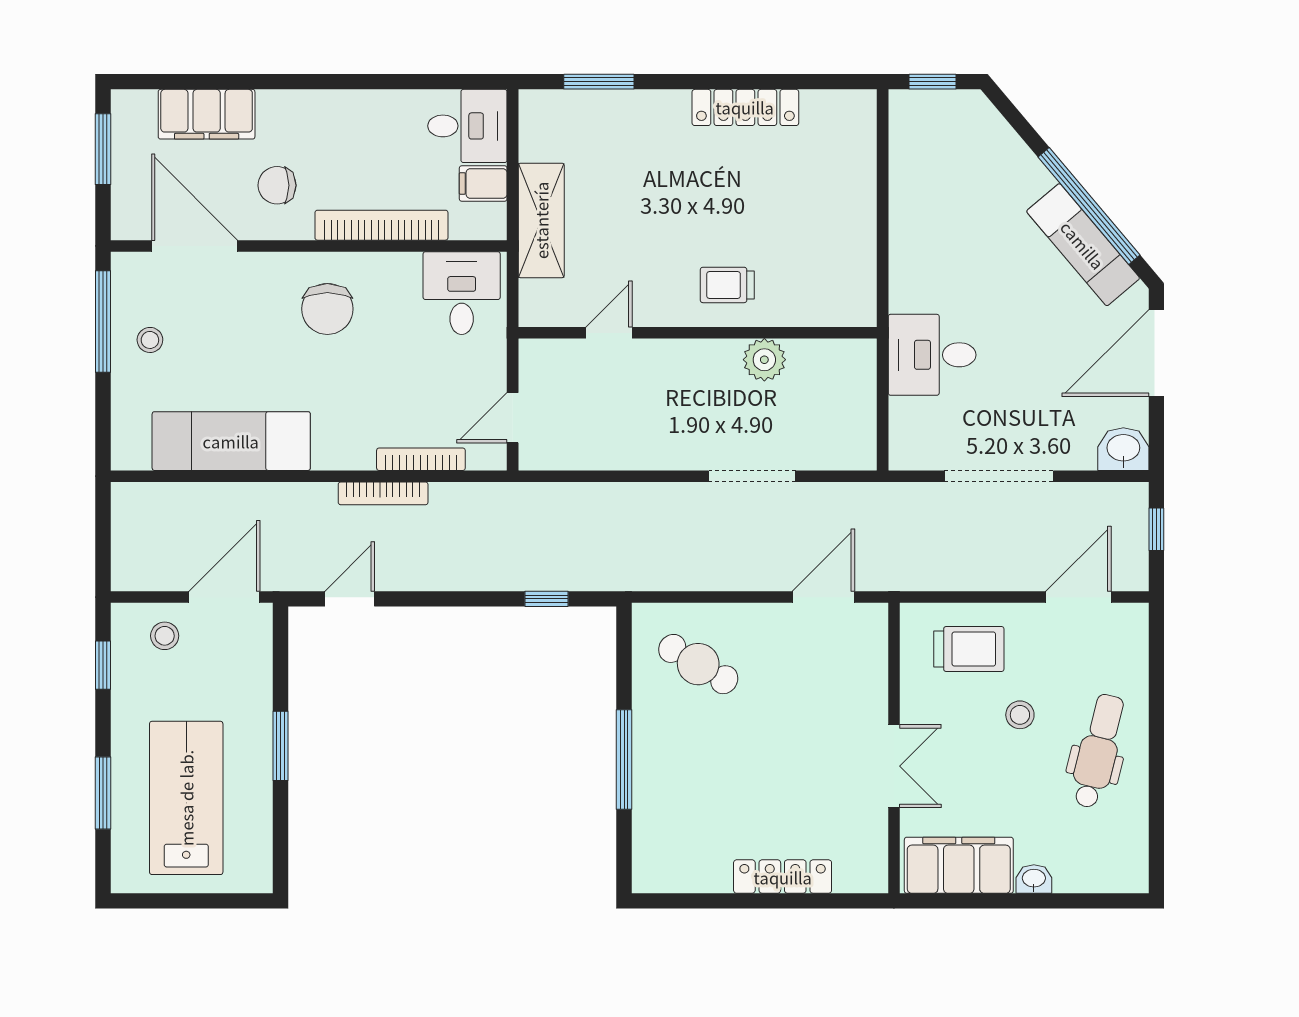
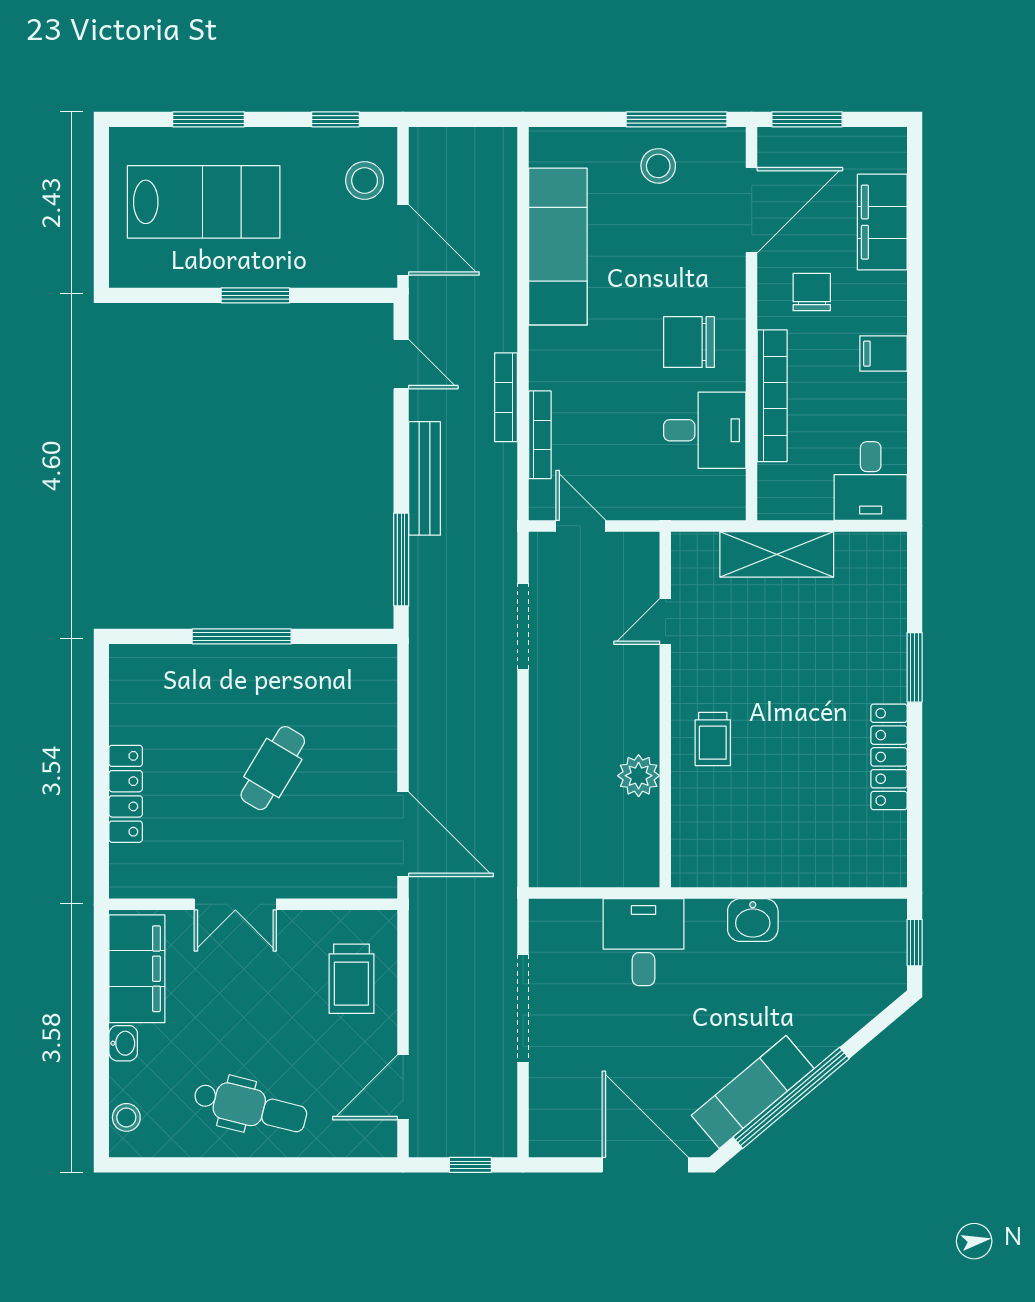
window: (599, 82) -> (915, 667), moved
window: (103, 149) -> (807, 119), moved
filing cabinet: (483, 183) -> (883, 354), moved, turned -90
trolley: (727, 285) -> (713, 739), turned 180
desk: (462, 293) -> (705, 430), moved
door: (609, 333) -> (665, 622), swing flipped
stool: (150, 340) -> (658, 166), width x1.37, depth x1.37
washbasin: (1123, 449) -> (753, 920), moved, turned 90
doorway: (752, 476) -> (523, 627), moved
bench: (465, 575) -> (425, 478), added
door: (823, 597) -> (403, 834), width x1.36
door: (1078, 597) -> (403, 1087), swing flipped
window: (547, 599) -> (401, 560), width x2.17
stool: (165, 636) -> (365, 180), width x1.37, depth x1.37
cafe table: (698, 664) -> (273, 768), moved
stool: (1020, 715) -> (126, 1117), moved

